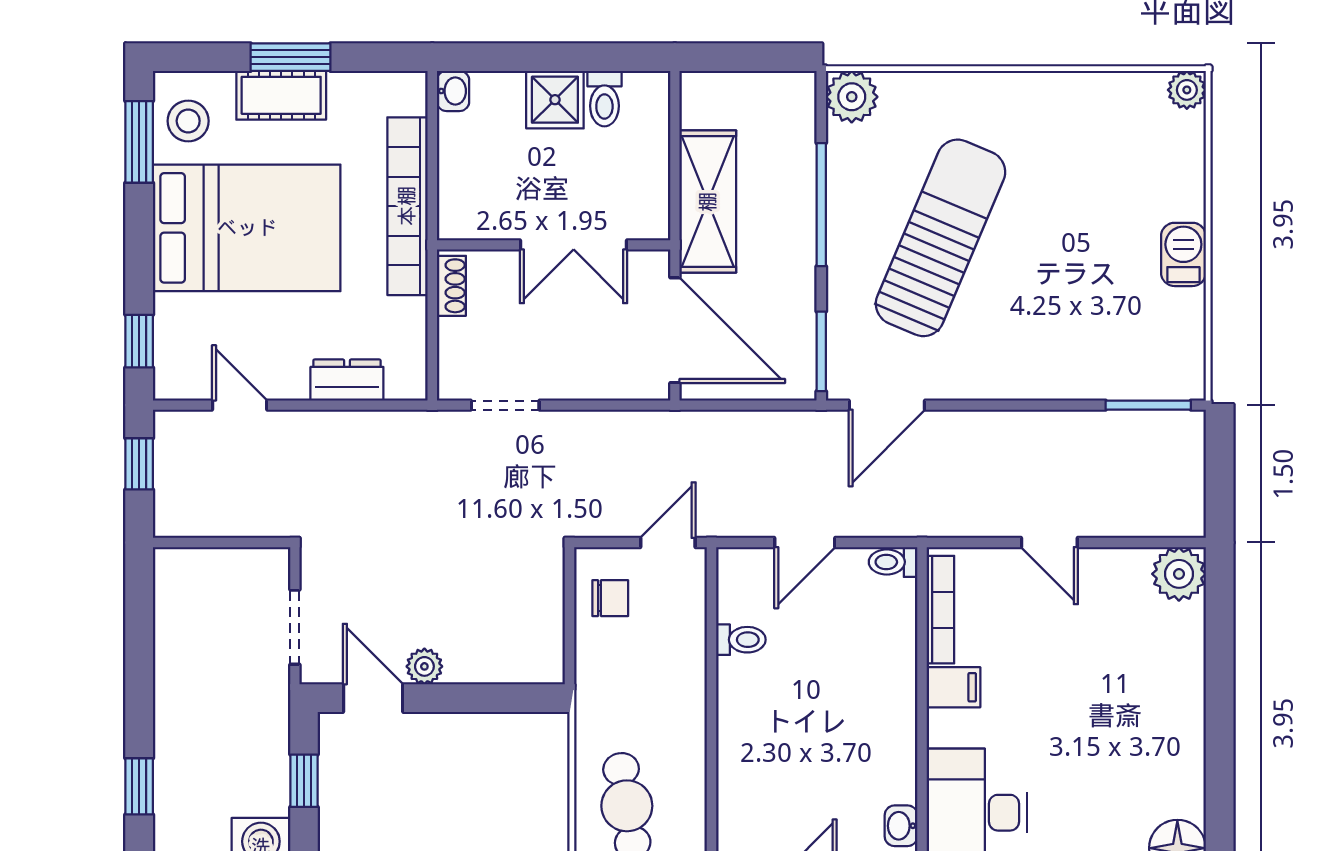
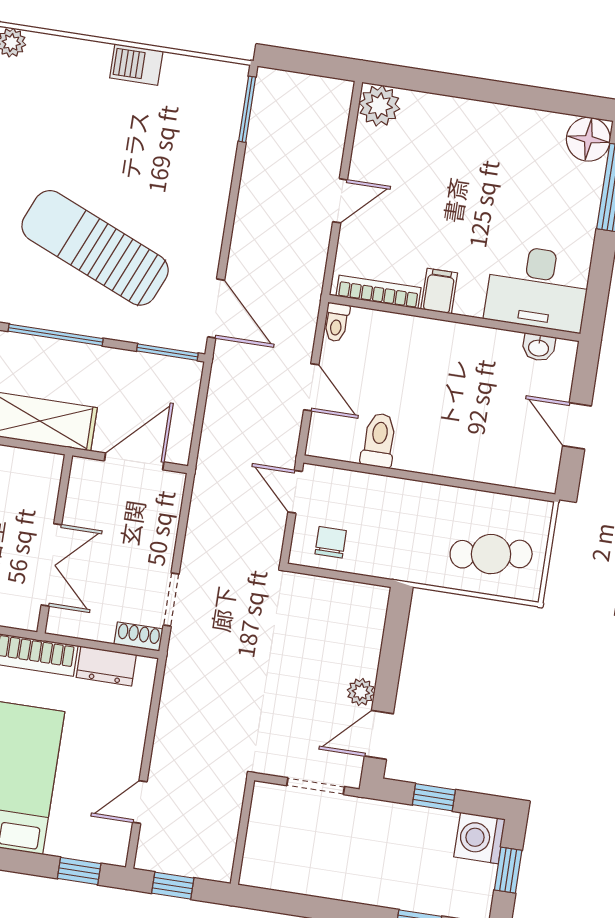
double door: (574, 245) -> (51, 565), moved
shoe rack: (451, 286) -> (138, 637), moved
door: (675, 330) -> (134, 461), width x0.73
dresser: (347, 380) -> (106, 666), moved, turned -90
toilet: (741, 640) -> (379, 440), width x1.37, depth x1.39

